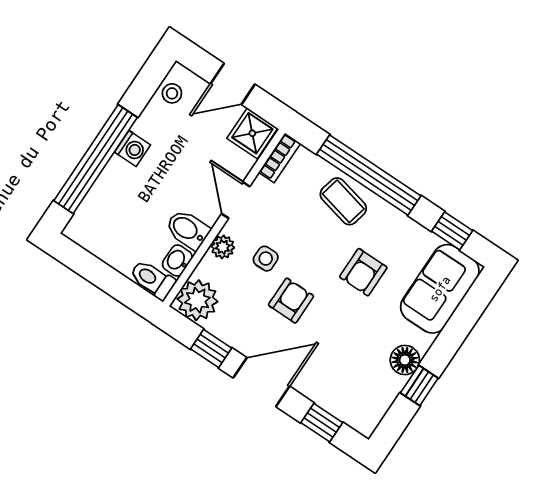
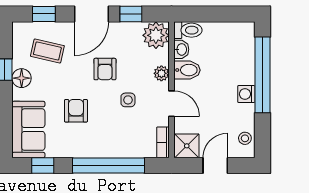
coffee table: (343, 201) -> (47, 51), moved
side table: (266, 259) -> (128, 100), moved

